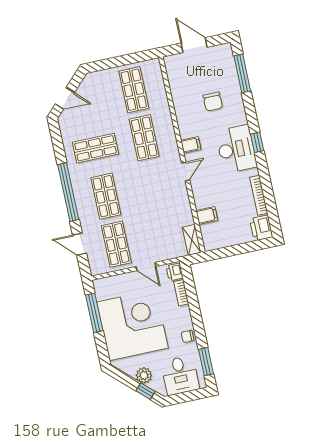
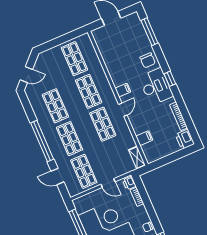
chair: (213, 102) -> (148, 60), moved
shop shelf: (96, 148) -> (55, 106), turned 90
shop shelf: (155, 186) -> (103, 124), added

